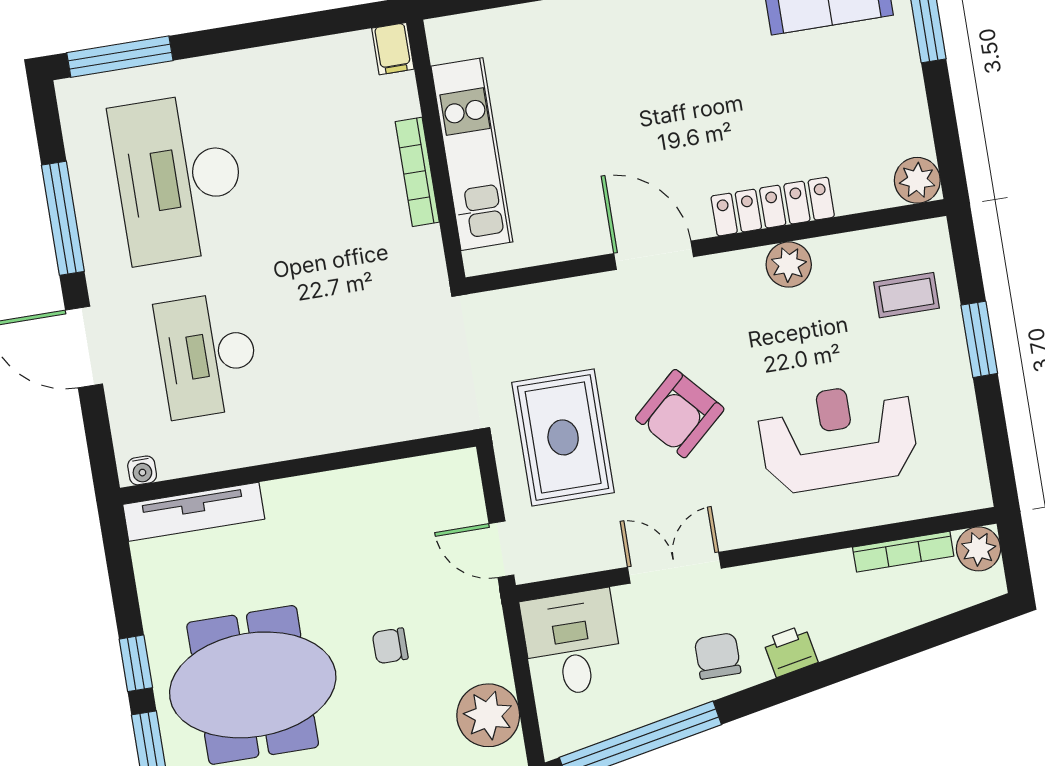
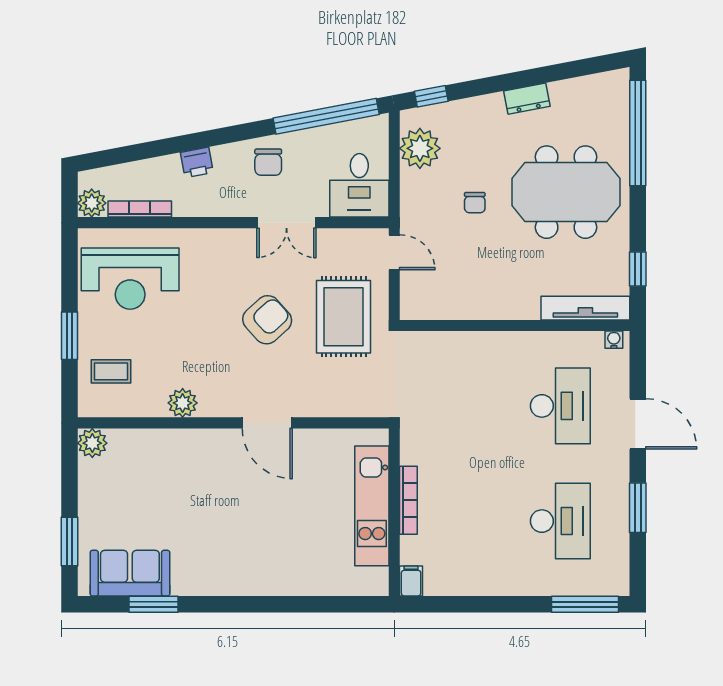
desk: (179, 178) -> (560, 521), width x0.73, depth x0.77
locker: (773, 207) -> (187, 441), removed
window: (63, 218) -> (638, 508), width x0.69
reception desk: (838, 437) -> (130, 279), moved
chair: (390, 646) -> (475, 203), turned 90
printer: (790, 651) -> (197, 162), moved
window: (136, 663) -> (638, 269), moved

